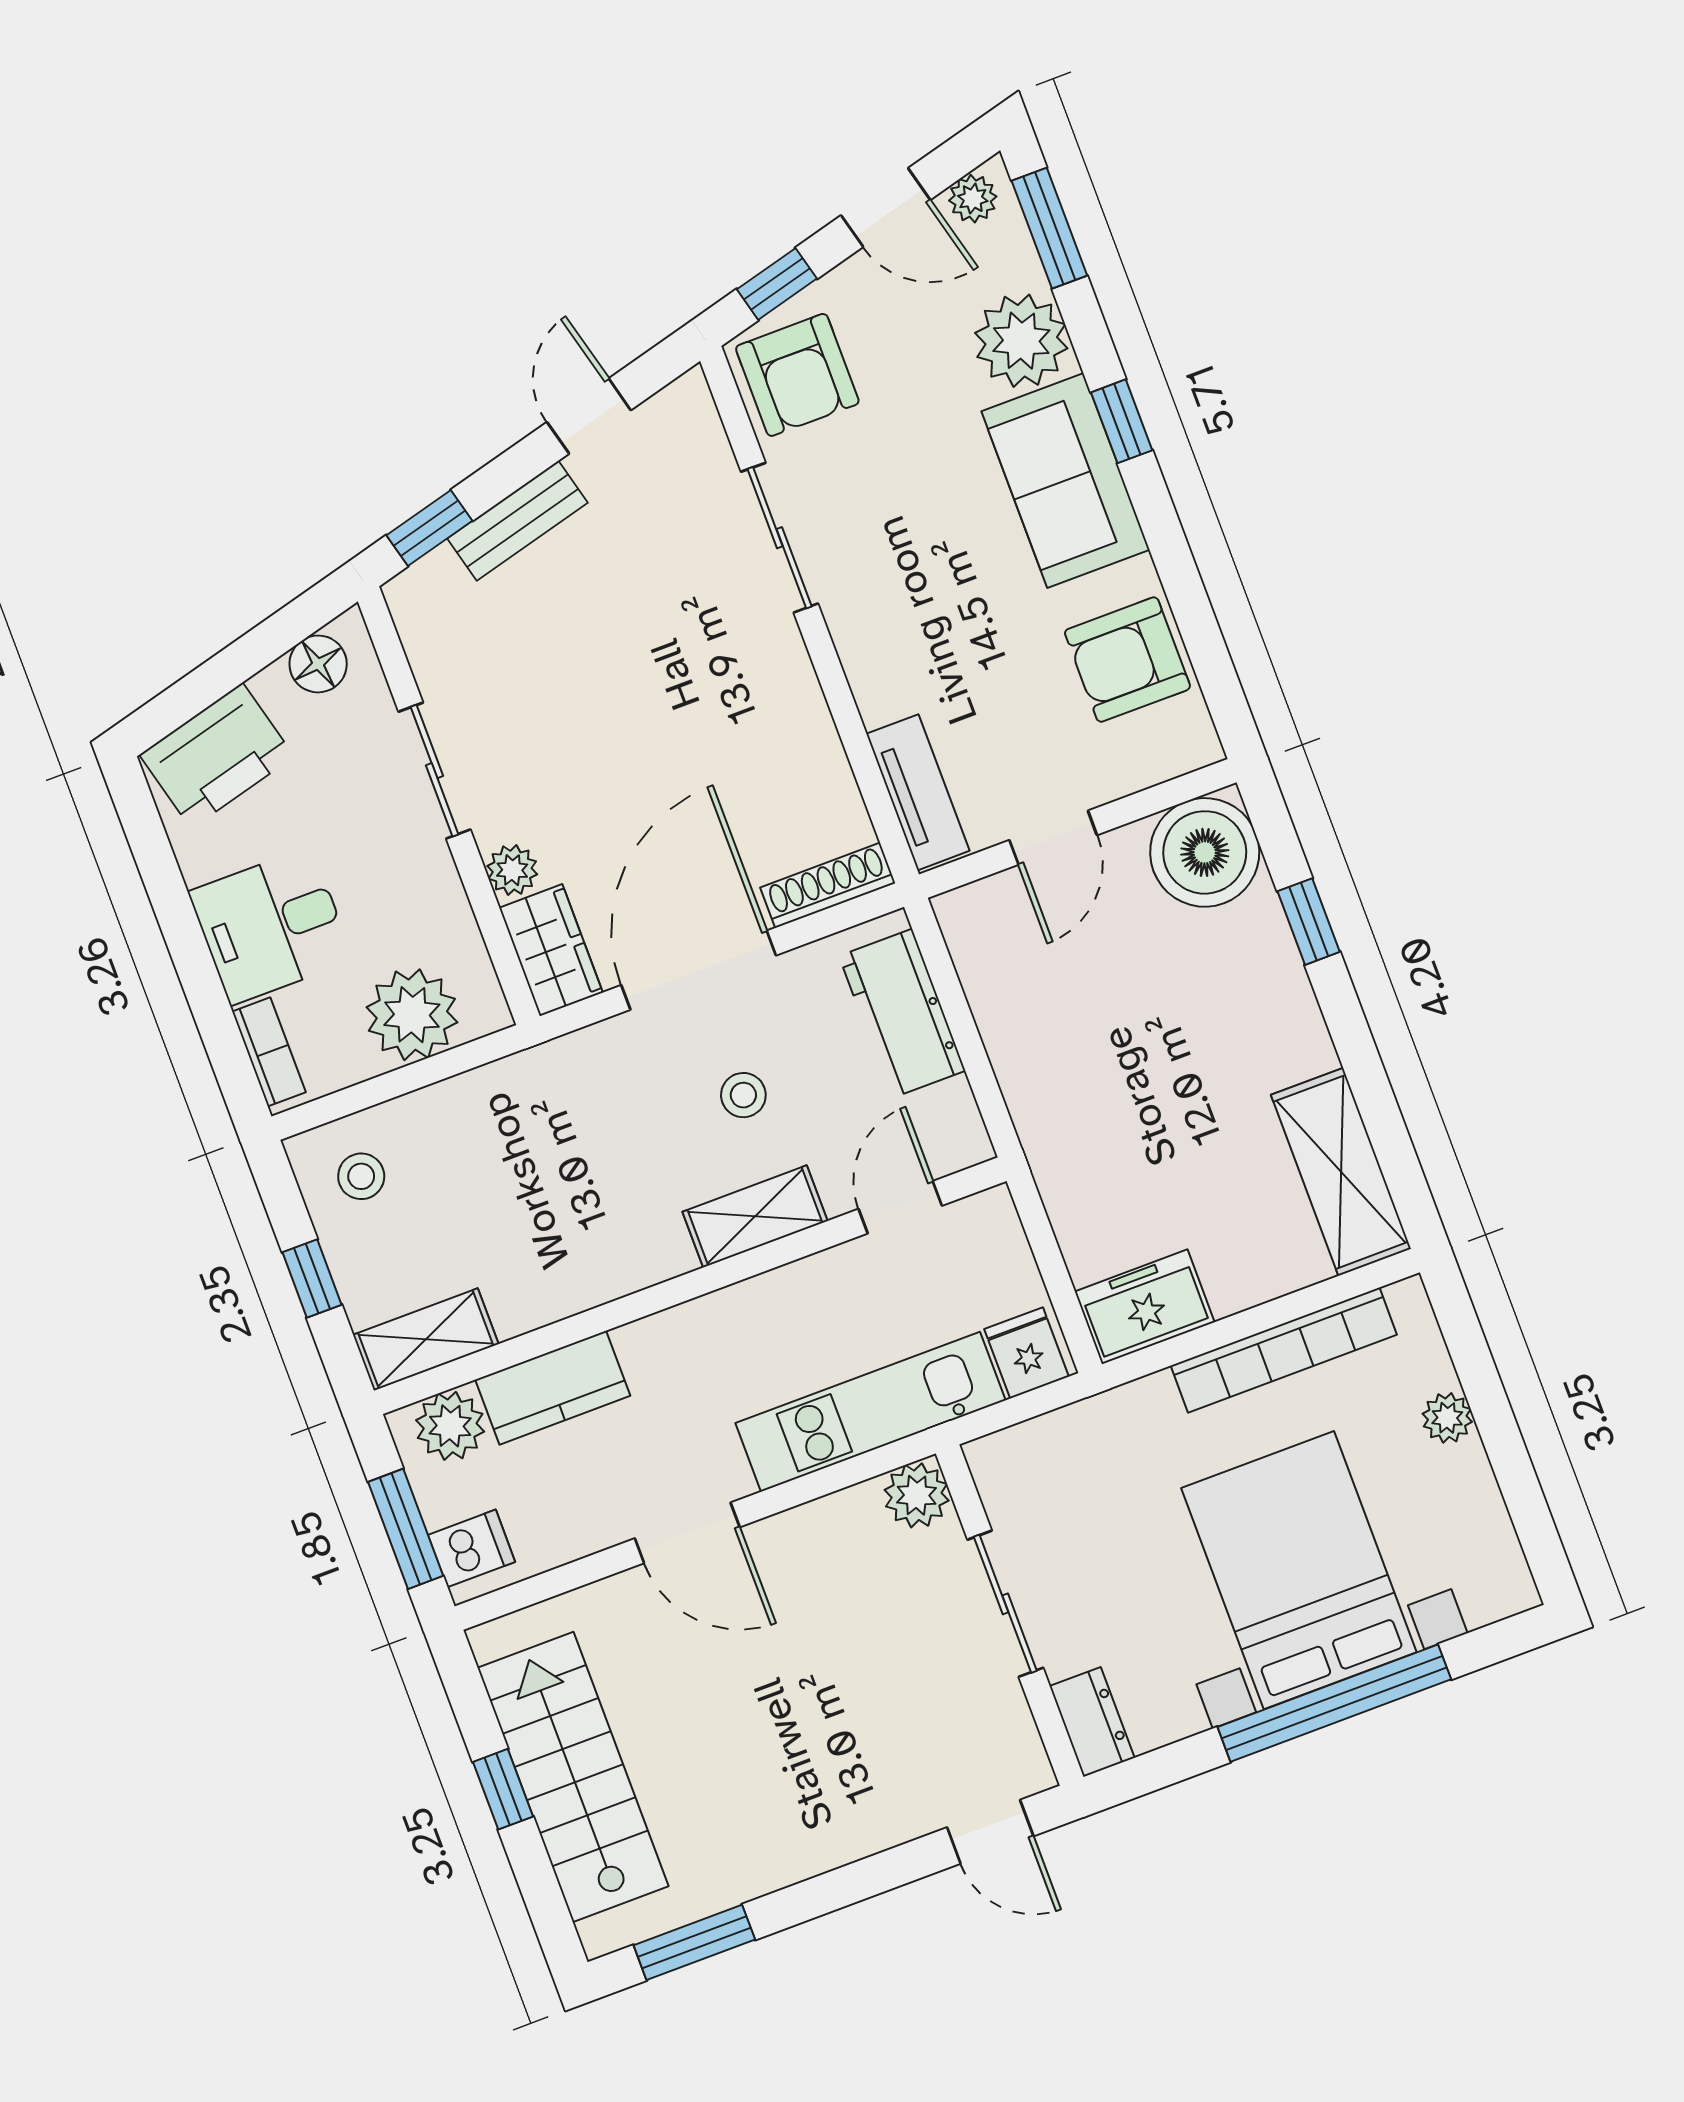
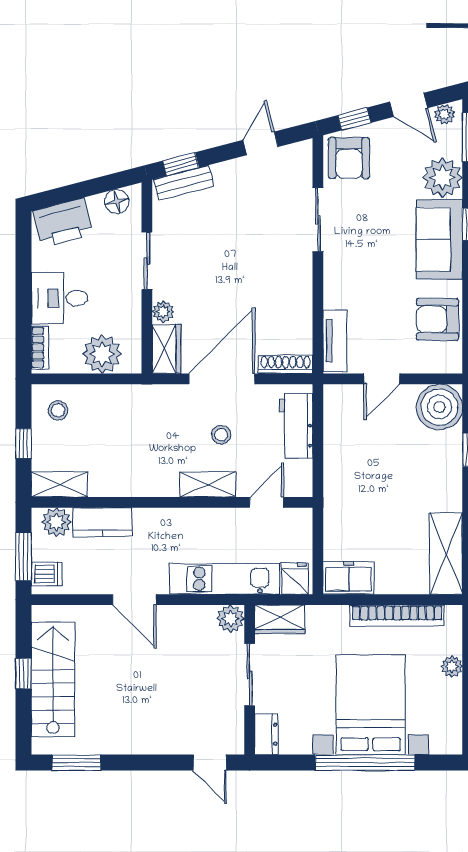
bench: (517, 521) -> (184, 183), moved
wardrobe: (1027, 1456) -> (280, 619), added

